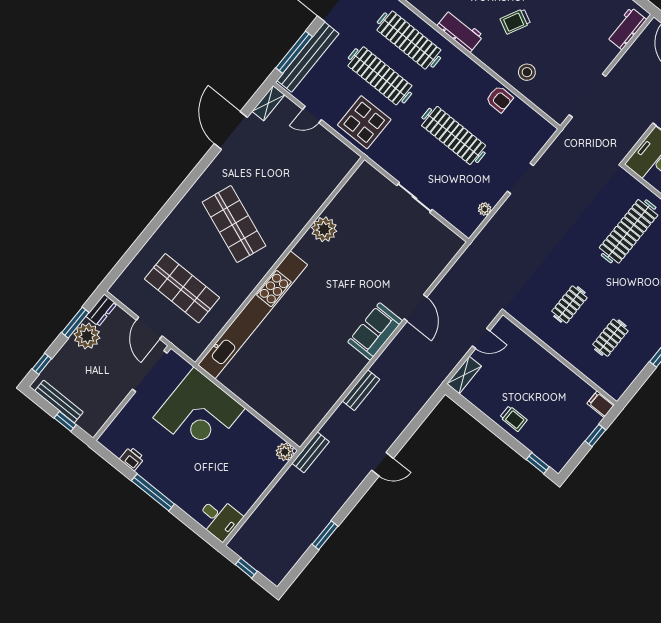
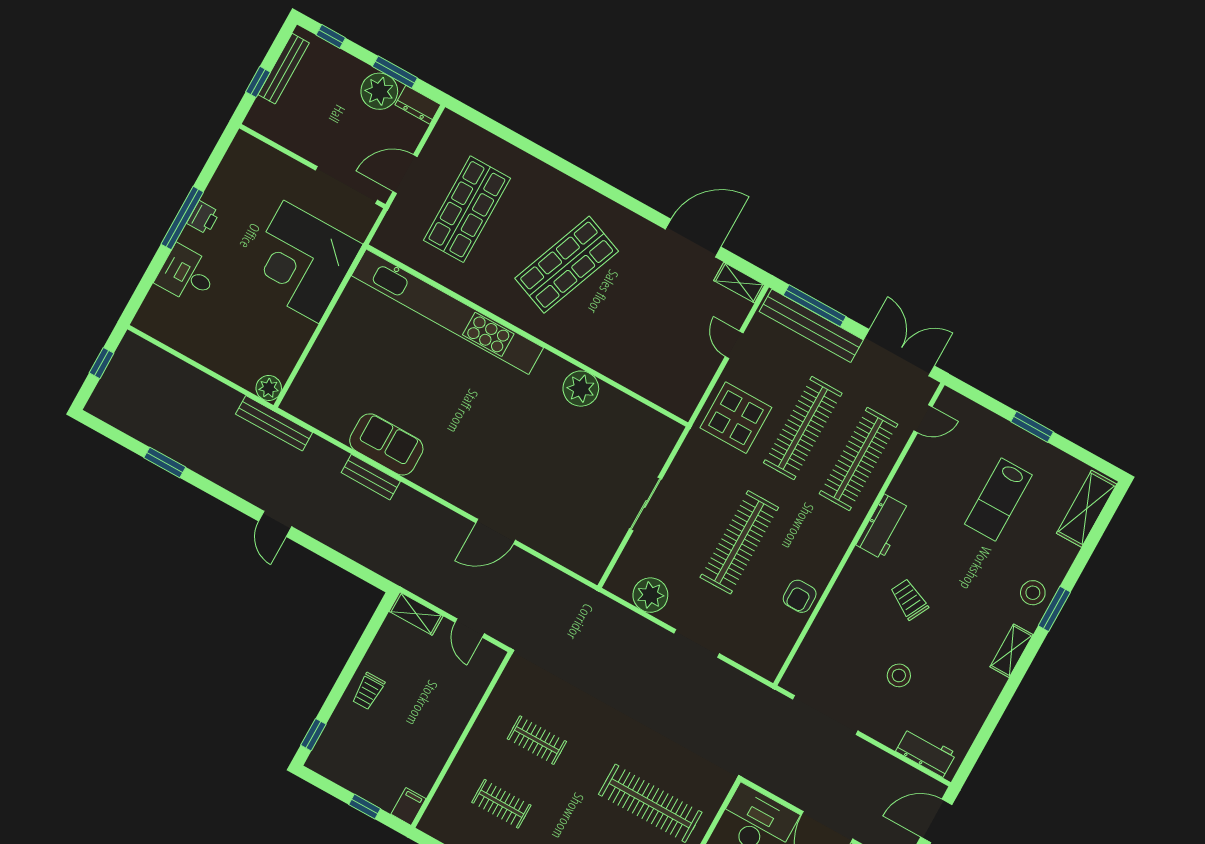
stool: (527, 72) -> (899, 675), moved
plant: (485, 209) -> (650, 595), width x1.88, depth x1.88
sofa: (375, 331) -> (386, 444), moved
bench: (311, 452) -> (274, 423), width x1.36
printer: (132, 459) -> (203, 218), moved
desk: (219, 518) -> (187, 275), moved, turned 90

